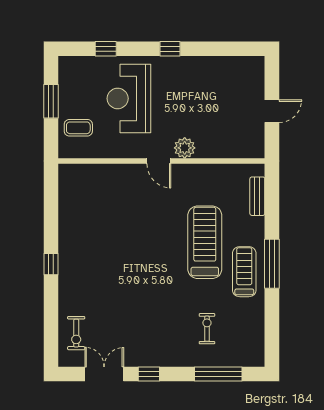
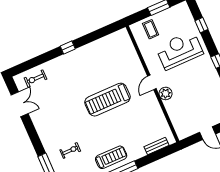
treadmill: (205, 242) -> (108, 100), moved, turned 180
window: (149, 374) -> (31, 129), removed

